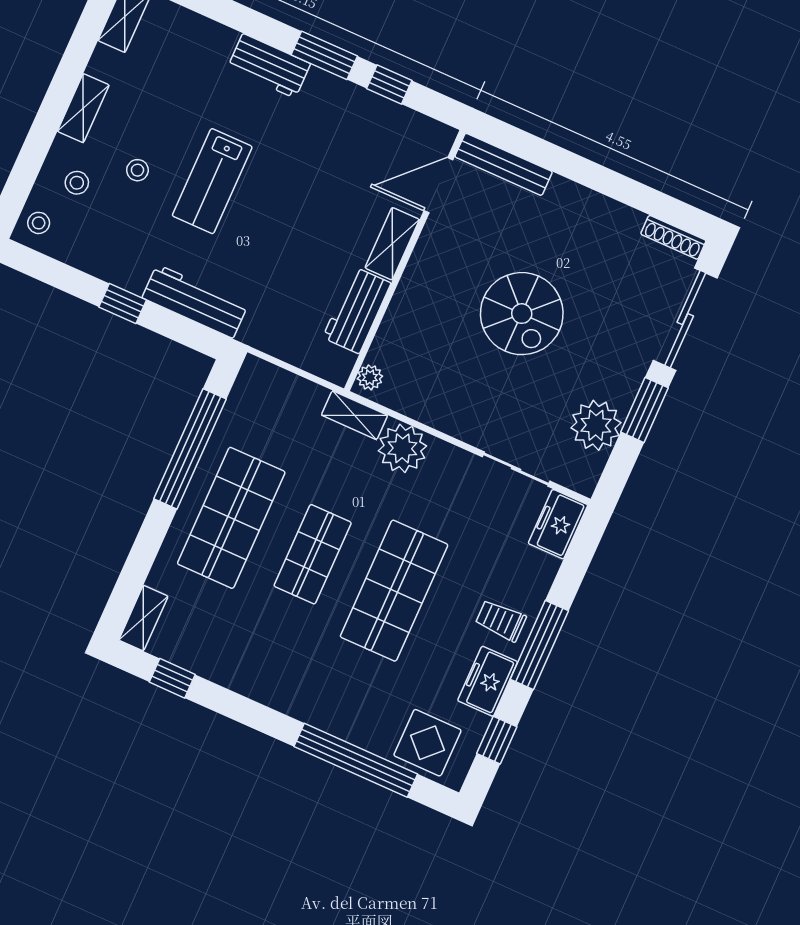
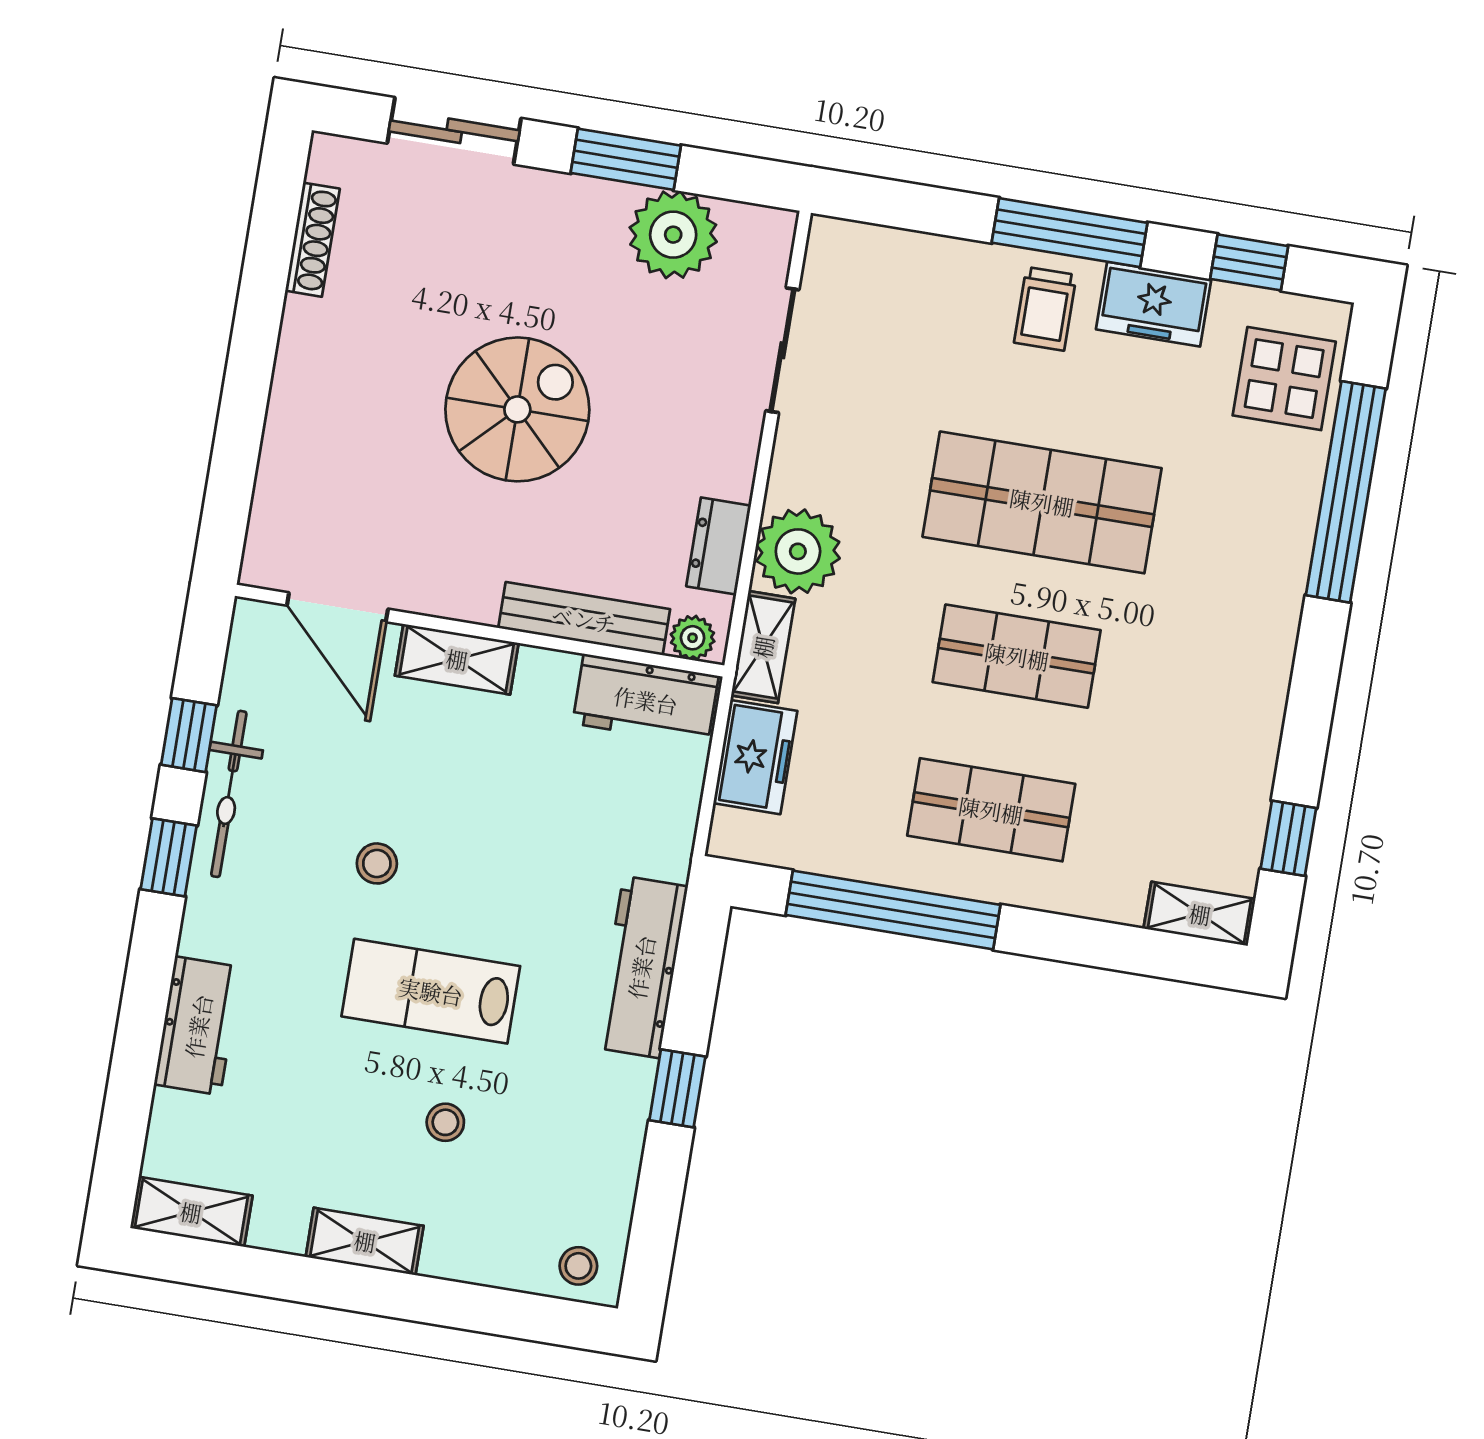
window: (324, 55) -> (169, 857), width x0.67
workbench: (269, 66) -> (198, 1026), moved
bicycle: (351, 98) -> (229, 794), added
bench: (504, 164) -> (584, 619), moved, turned 90
lab bench: (212, 181) -> (431, 991), turned 180
stool: (77, 183) -> (377, 863), moved
shoe rack: (673, 237) -> (313, 240), moved
workbench: (357, 310) -> (646, 700), moved
sliding door: (685, 319) -> (454, 131), width x0.73
dresser: (417, 405) -> (719, 546), added
shop shelf: (231, 518) -> (991, 810), width x0.70, depth x0.74
freezer: (558, 524) -> (755, 757), moved, turned -90

